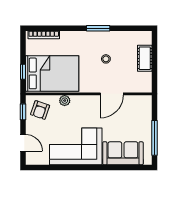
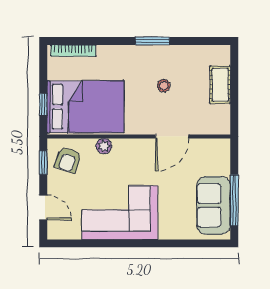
sofa: (123, 153) -> (214, 205), moved, turned -90

